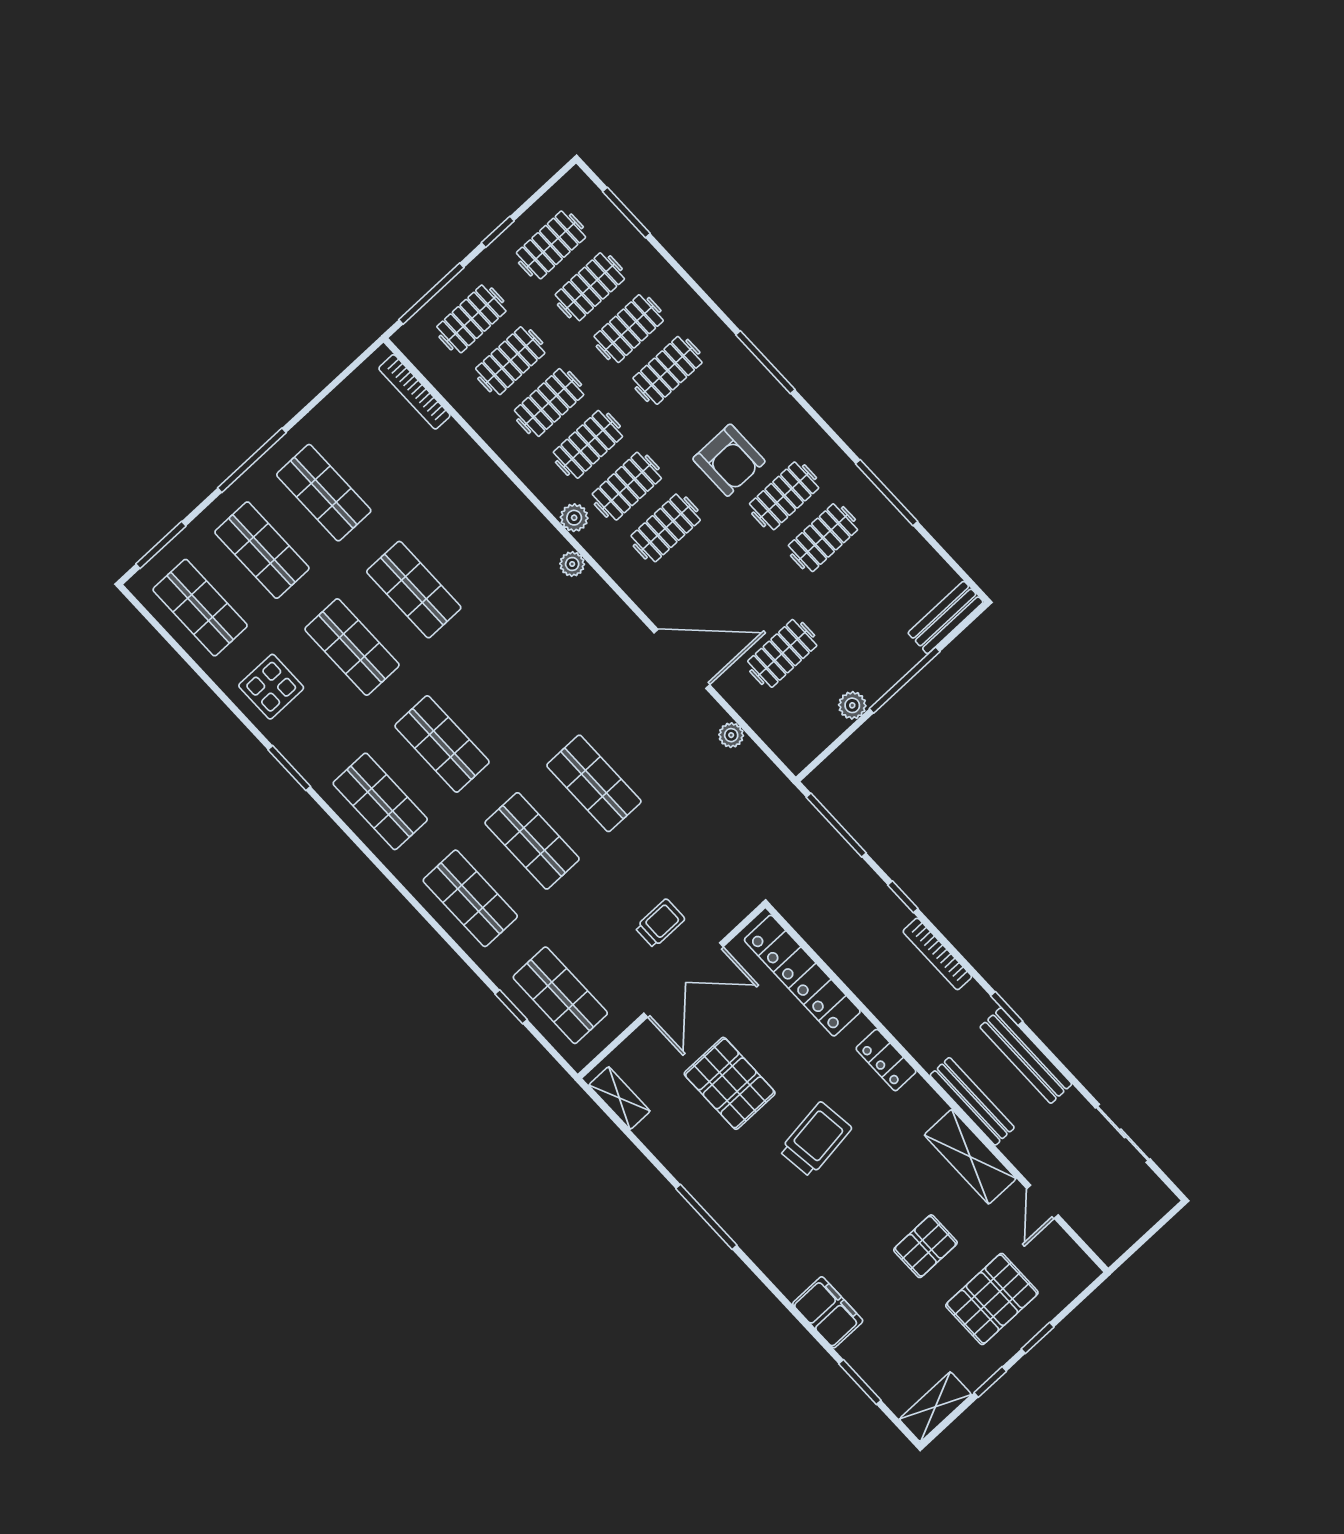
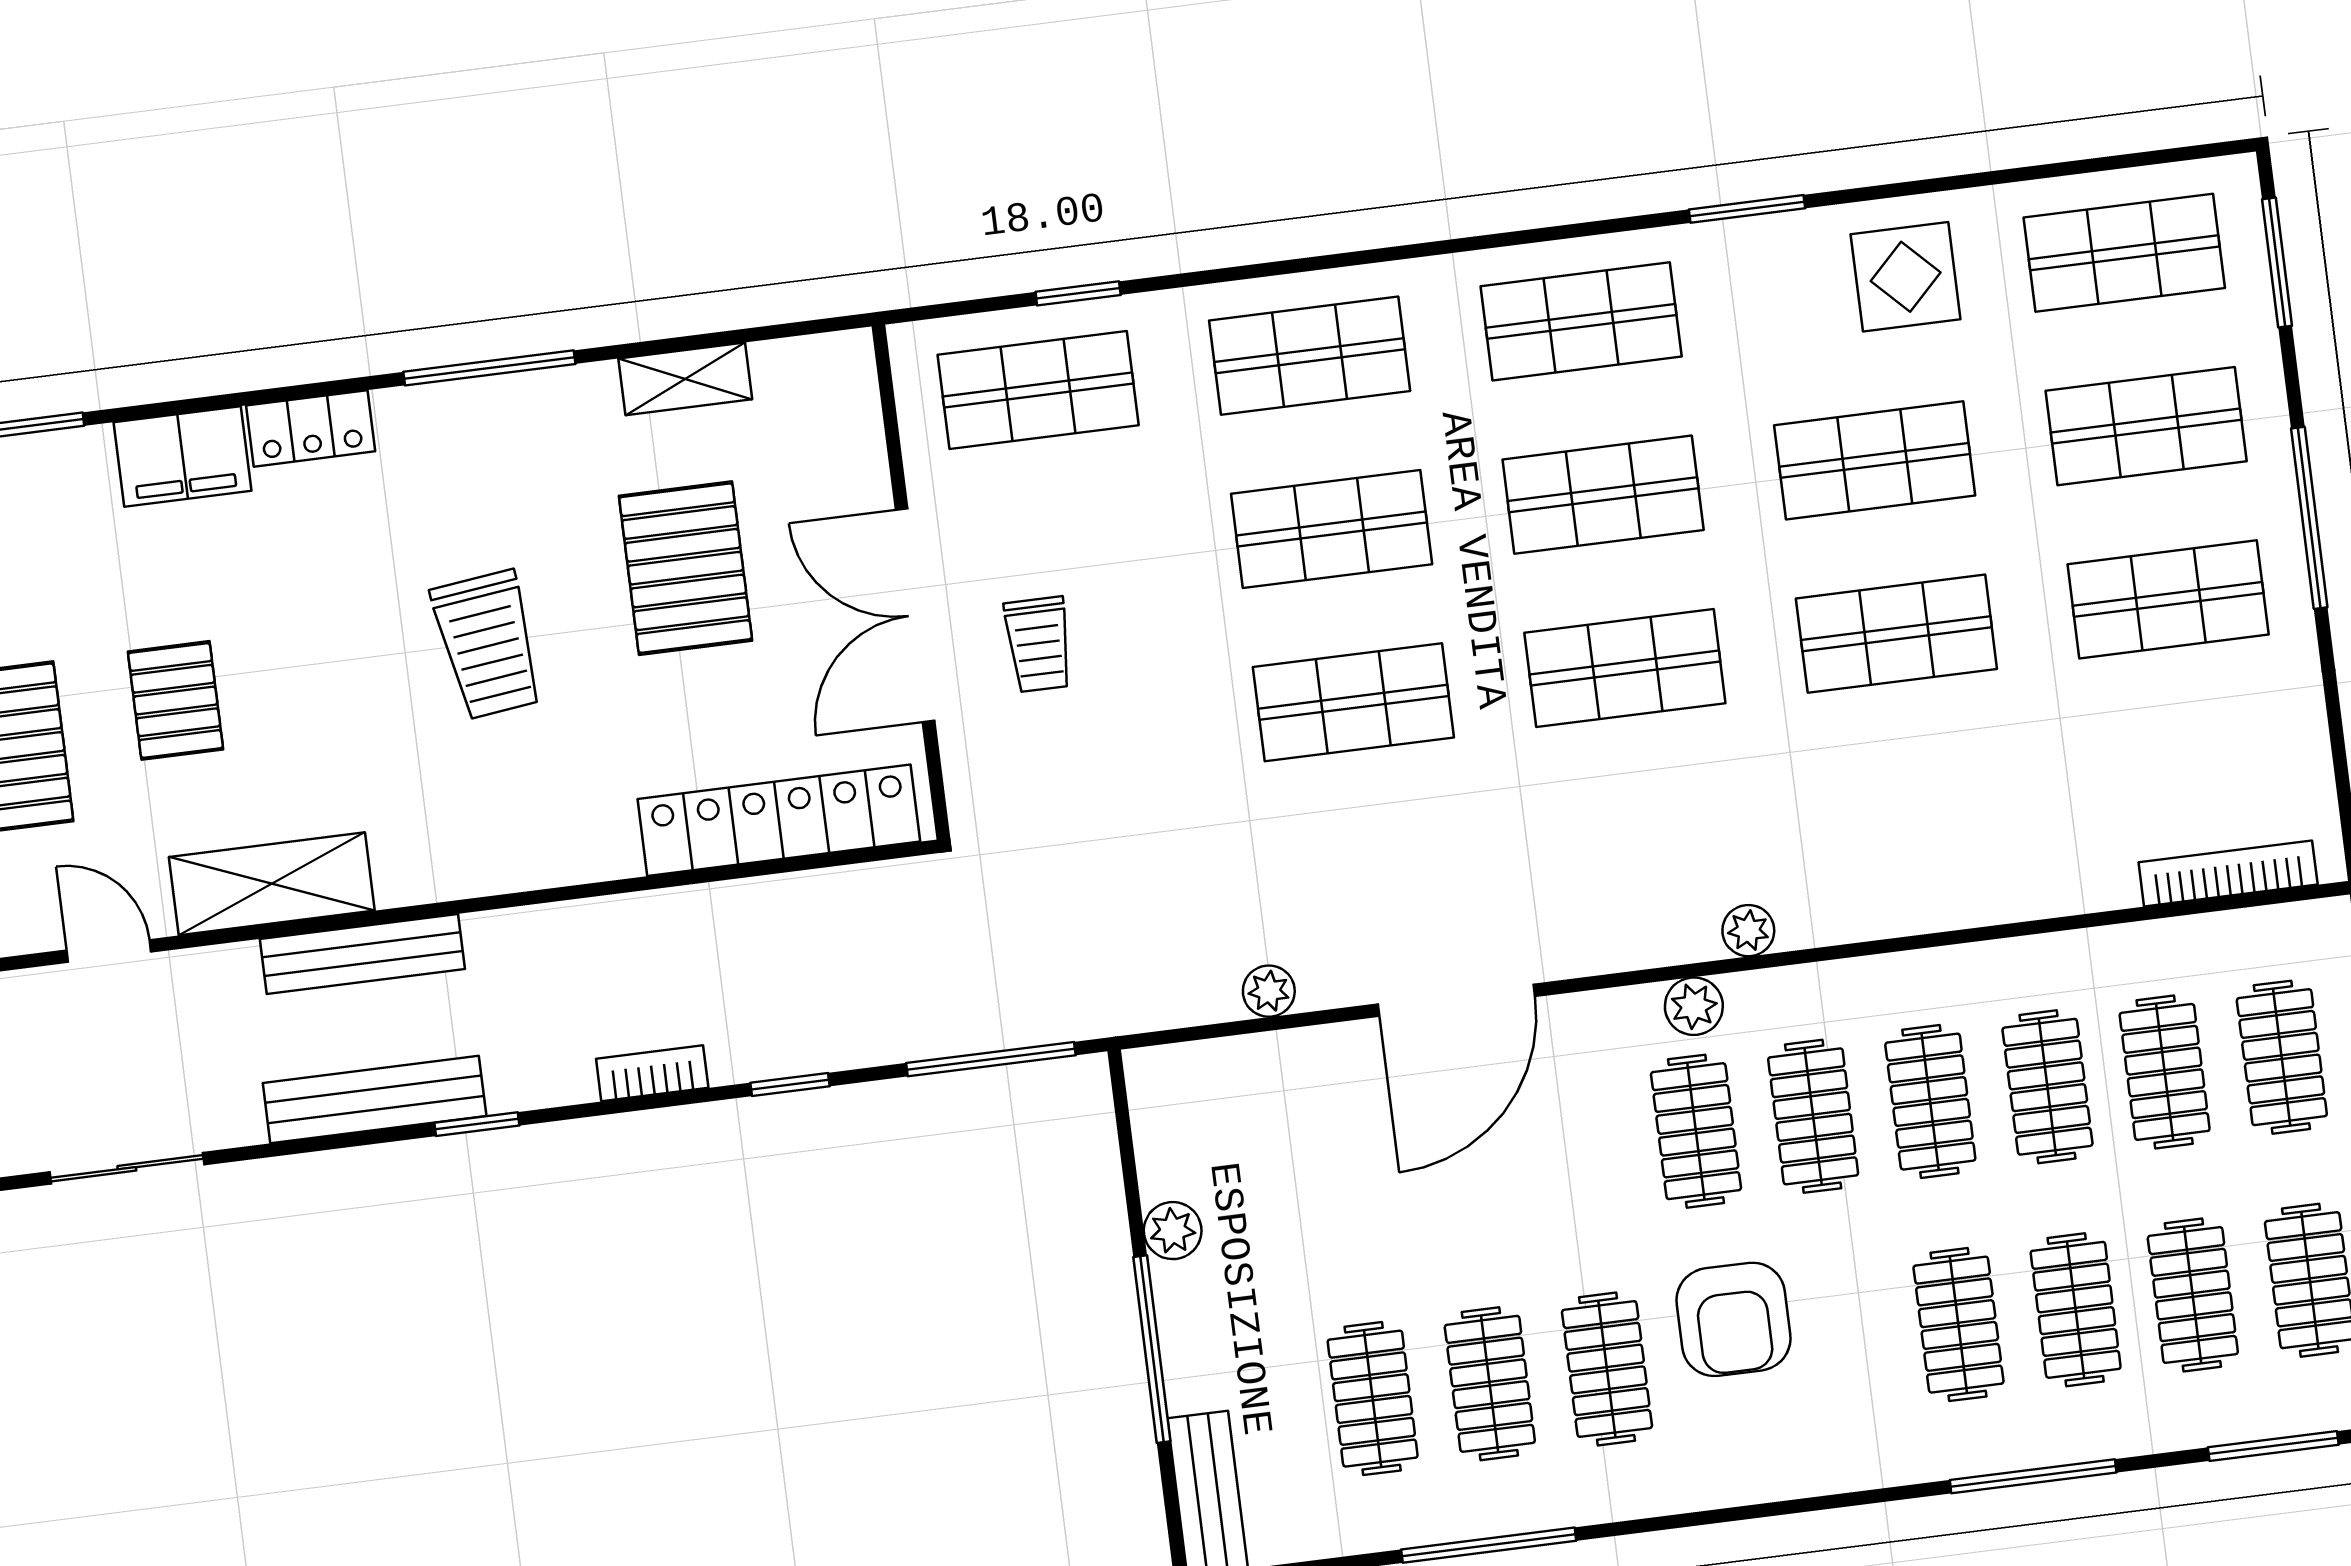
window: (765, 362) -> (2033, 1476), moved
armchair: (729, 460) -> (1734, 1319), turned -90
plant: (574, 518) -> (1694, 1006), moved
clothes rail: (782, 653) -> (1373, 1399), moved
shop shelf: (504, 686) -> (1625, 668), added
bookcase: (937, 954) -> (652, 1073), width x0.64
locker: (886, 1060) -> (311, 428), moved, turned 180
pallet: (730, 1083) -> (686, 568), turned 90
shelving: (619, 1098) -> (685, 379), moved

